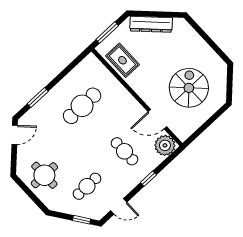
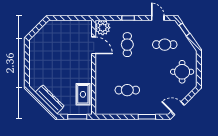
spiral stairs: (189, 88) -> (61, 46), removed
cafe table: (82, 106) -> (127, 90), width x0.73, depth x0.74

